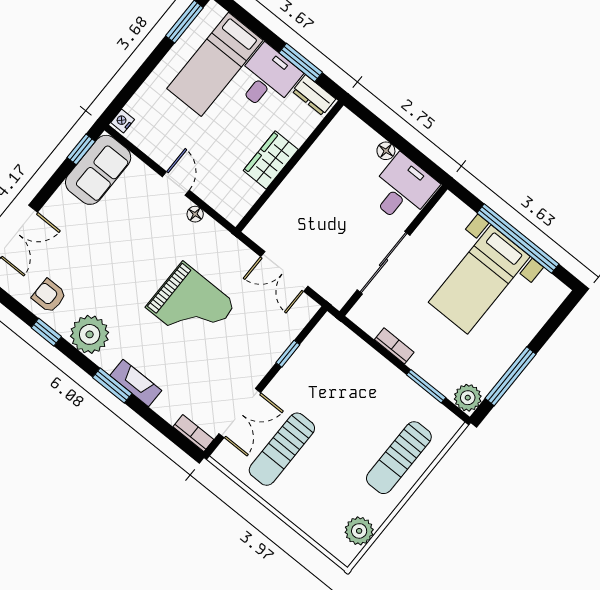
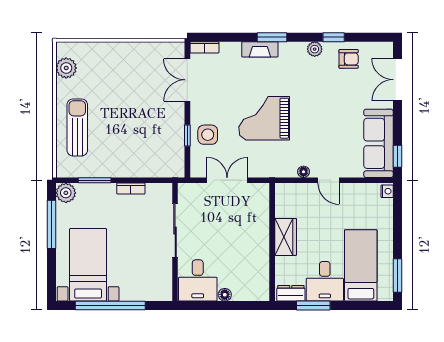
sofa: (98, 170) -> (379, 143), width x1.36
bed with nightstands: (479, 279) -> (88, 265), moved
plant: (90, 334) -> (315, 49), width x0.53, depth x0.53
side table: (266, 337) -> (208, 135), added
sun lounger: (282, 449) -> (147, 79), removed

